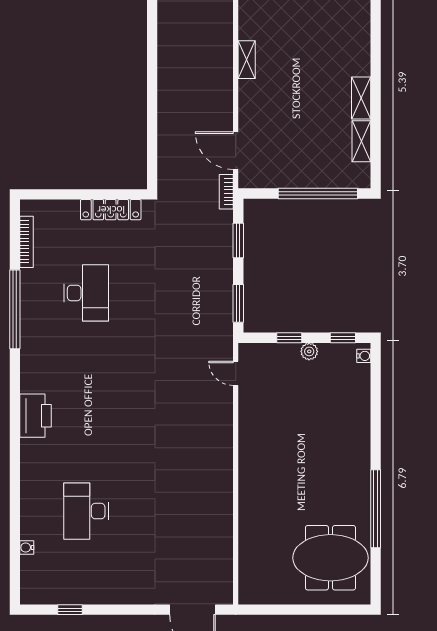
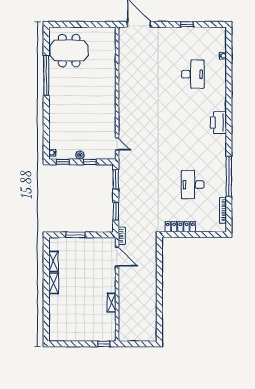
window: (318, 194) -> (76, 235), width x0.47
window: (70, 610) -> (187, 24), moved

